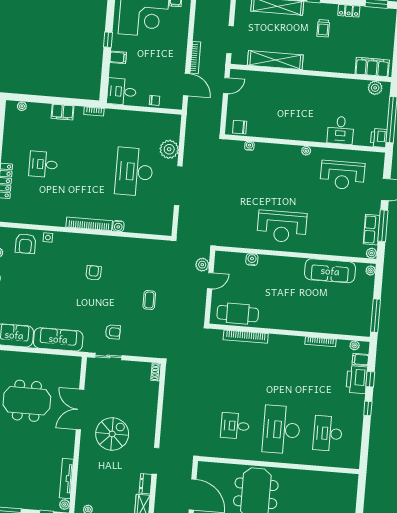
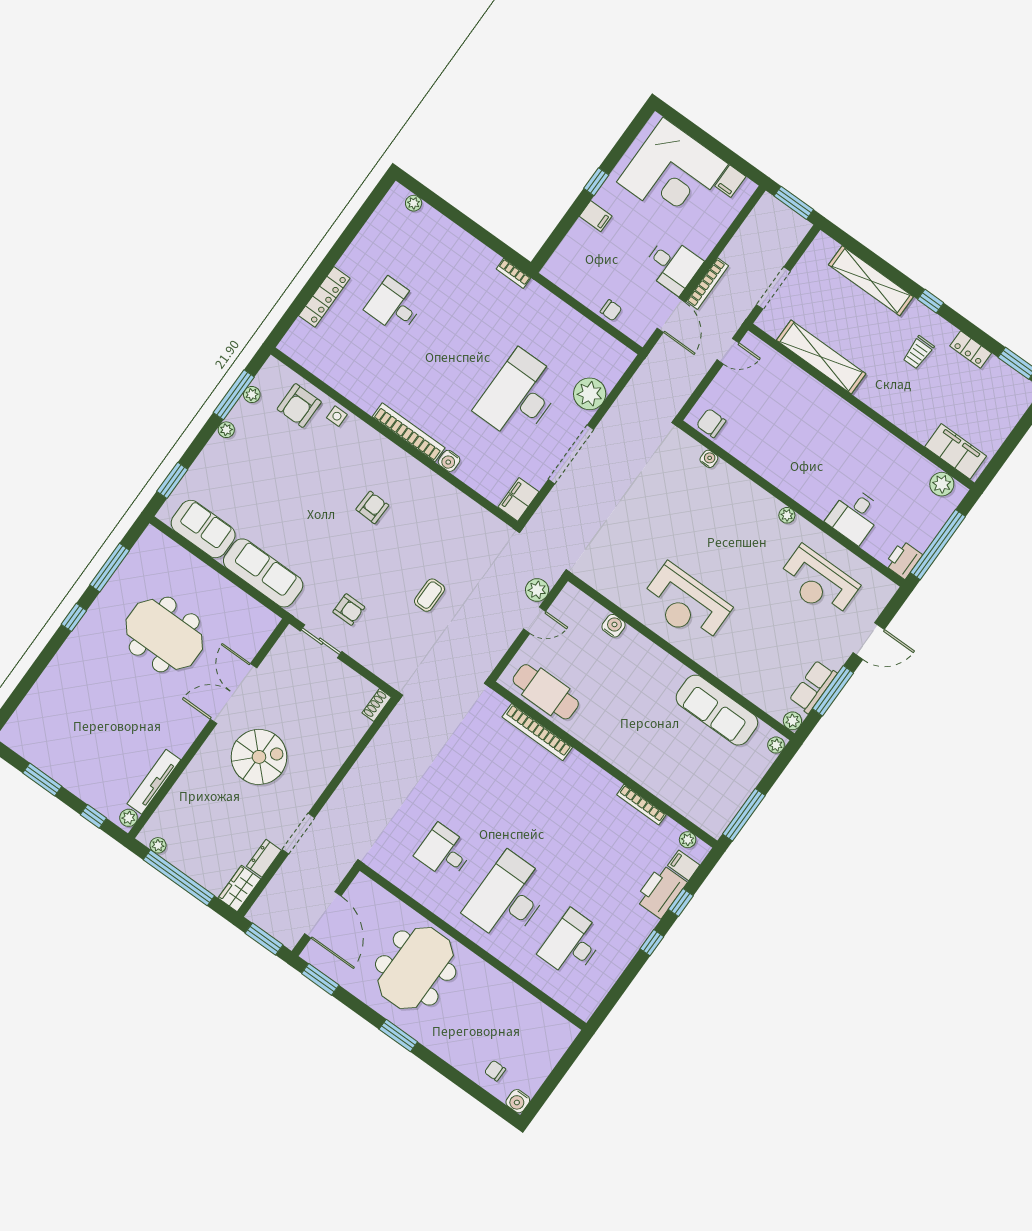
desk: (122, 92) -> (672, 265), moved, turned 180
filing cabinet: (63, 112) -> (518, 499), moved, turned 90

